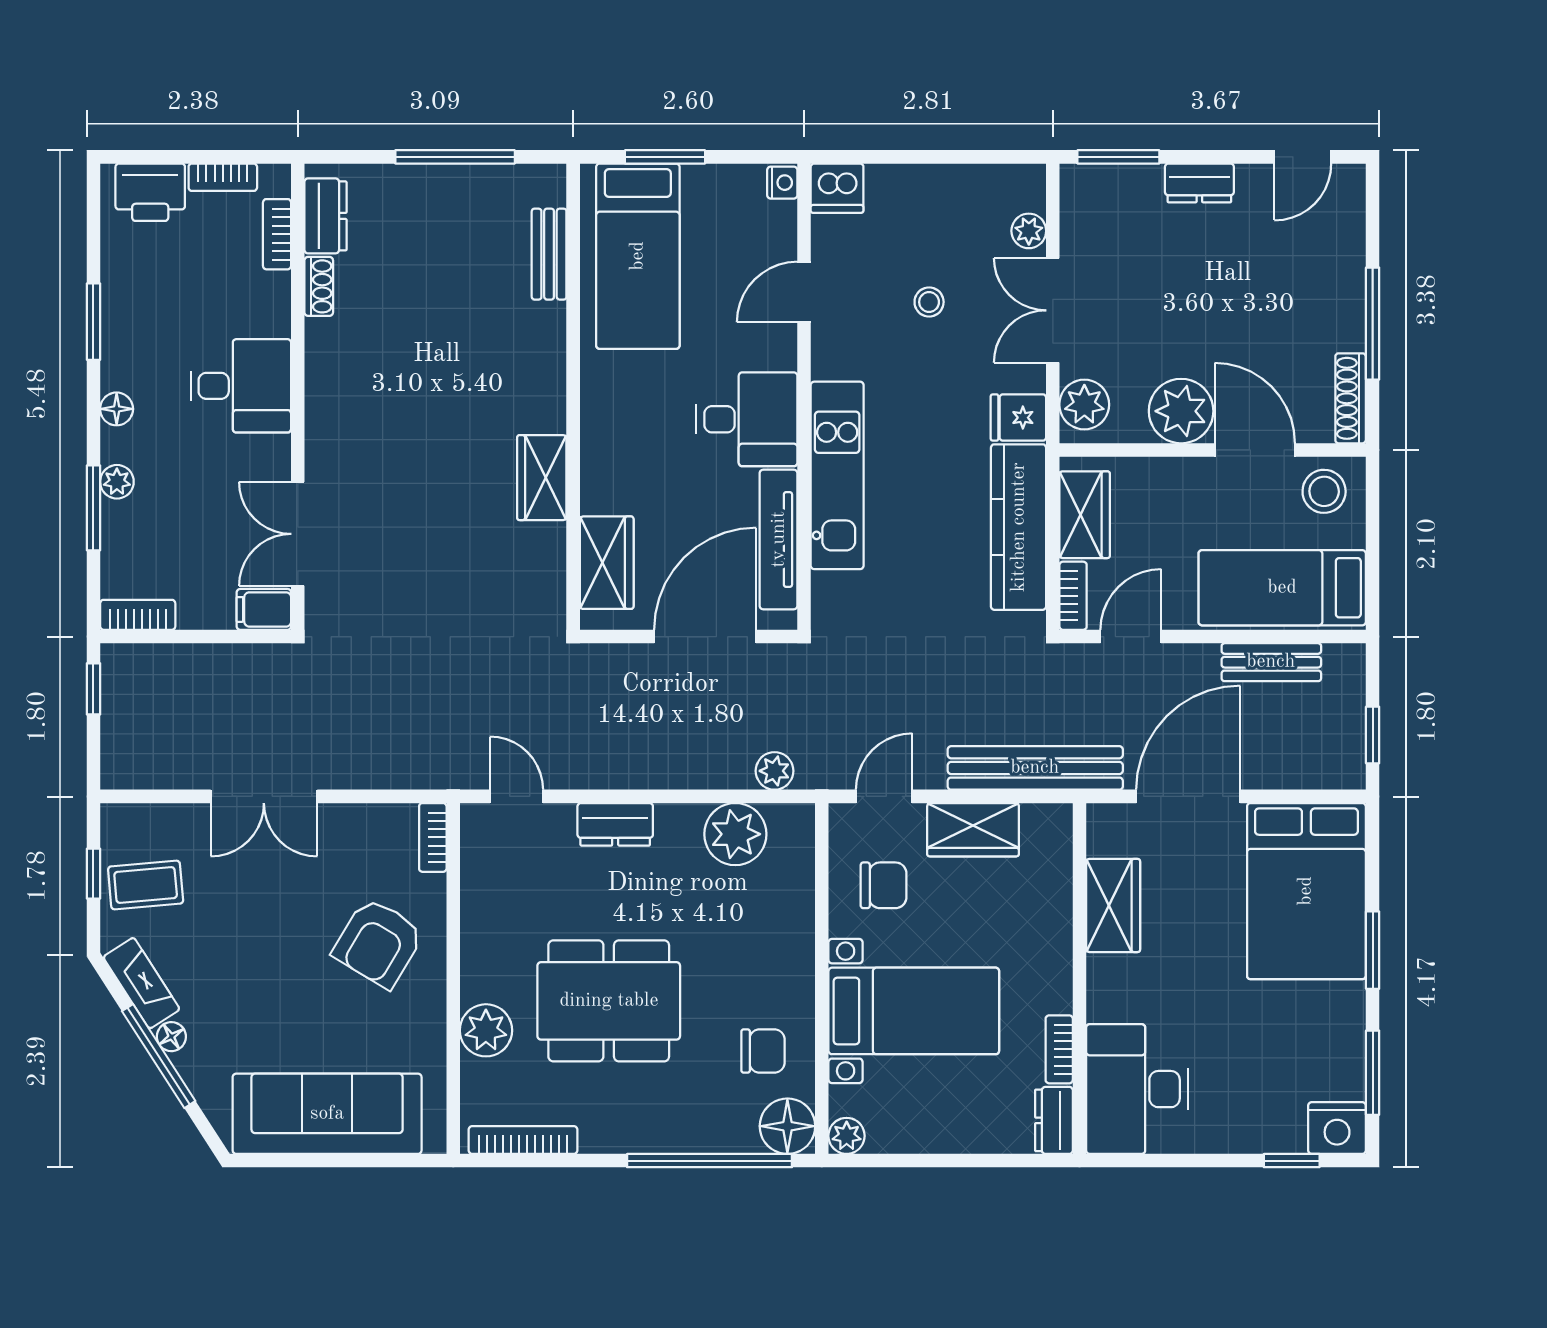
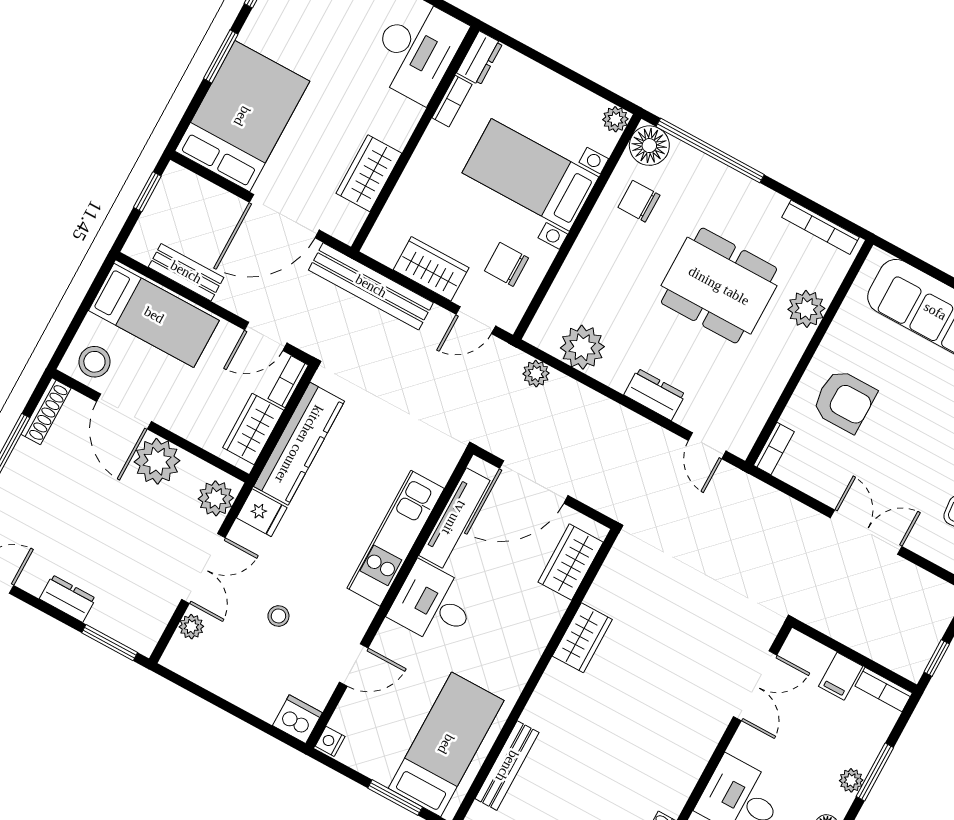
bench: (549, 254) -> (507, 766), width x1.36
filing cabinet: (264, 609) -> (841, 676), moved, turned 90
armchair: (378, 943) -> (844, 401), turned 59

